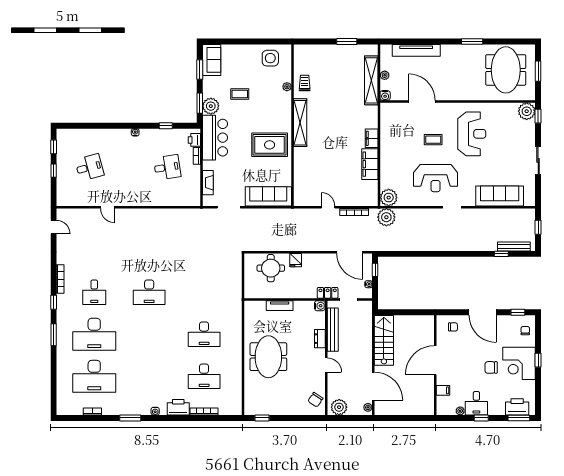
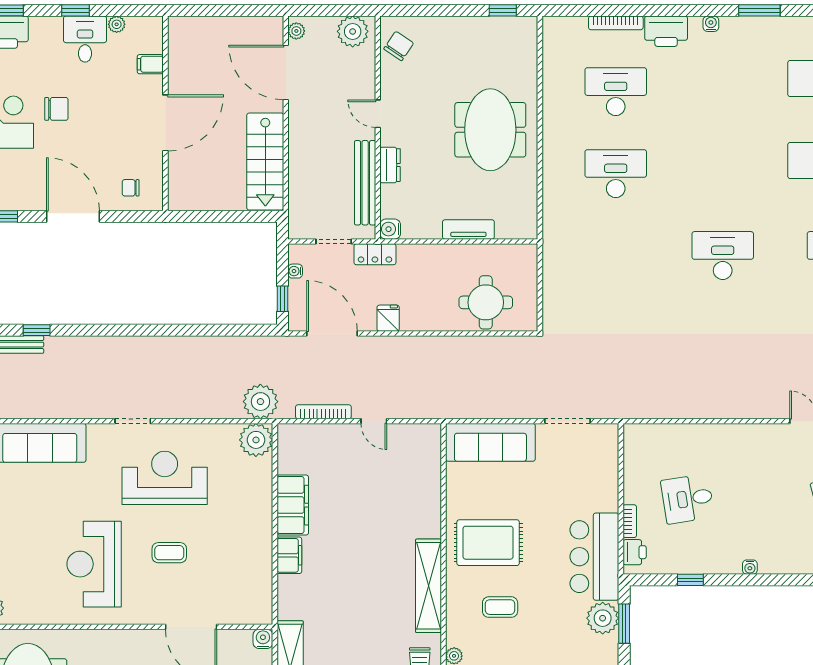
coffee table: (240, 94) -> (500, 607), moved
fireplace: (208, 183) -> (608, 469), removed
fridge: (296, 260) -> (388, 318), moved

